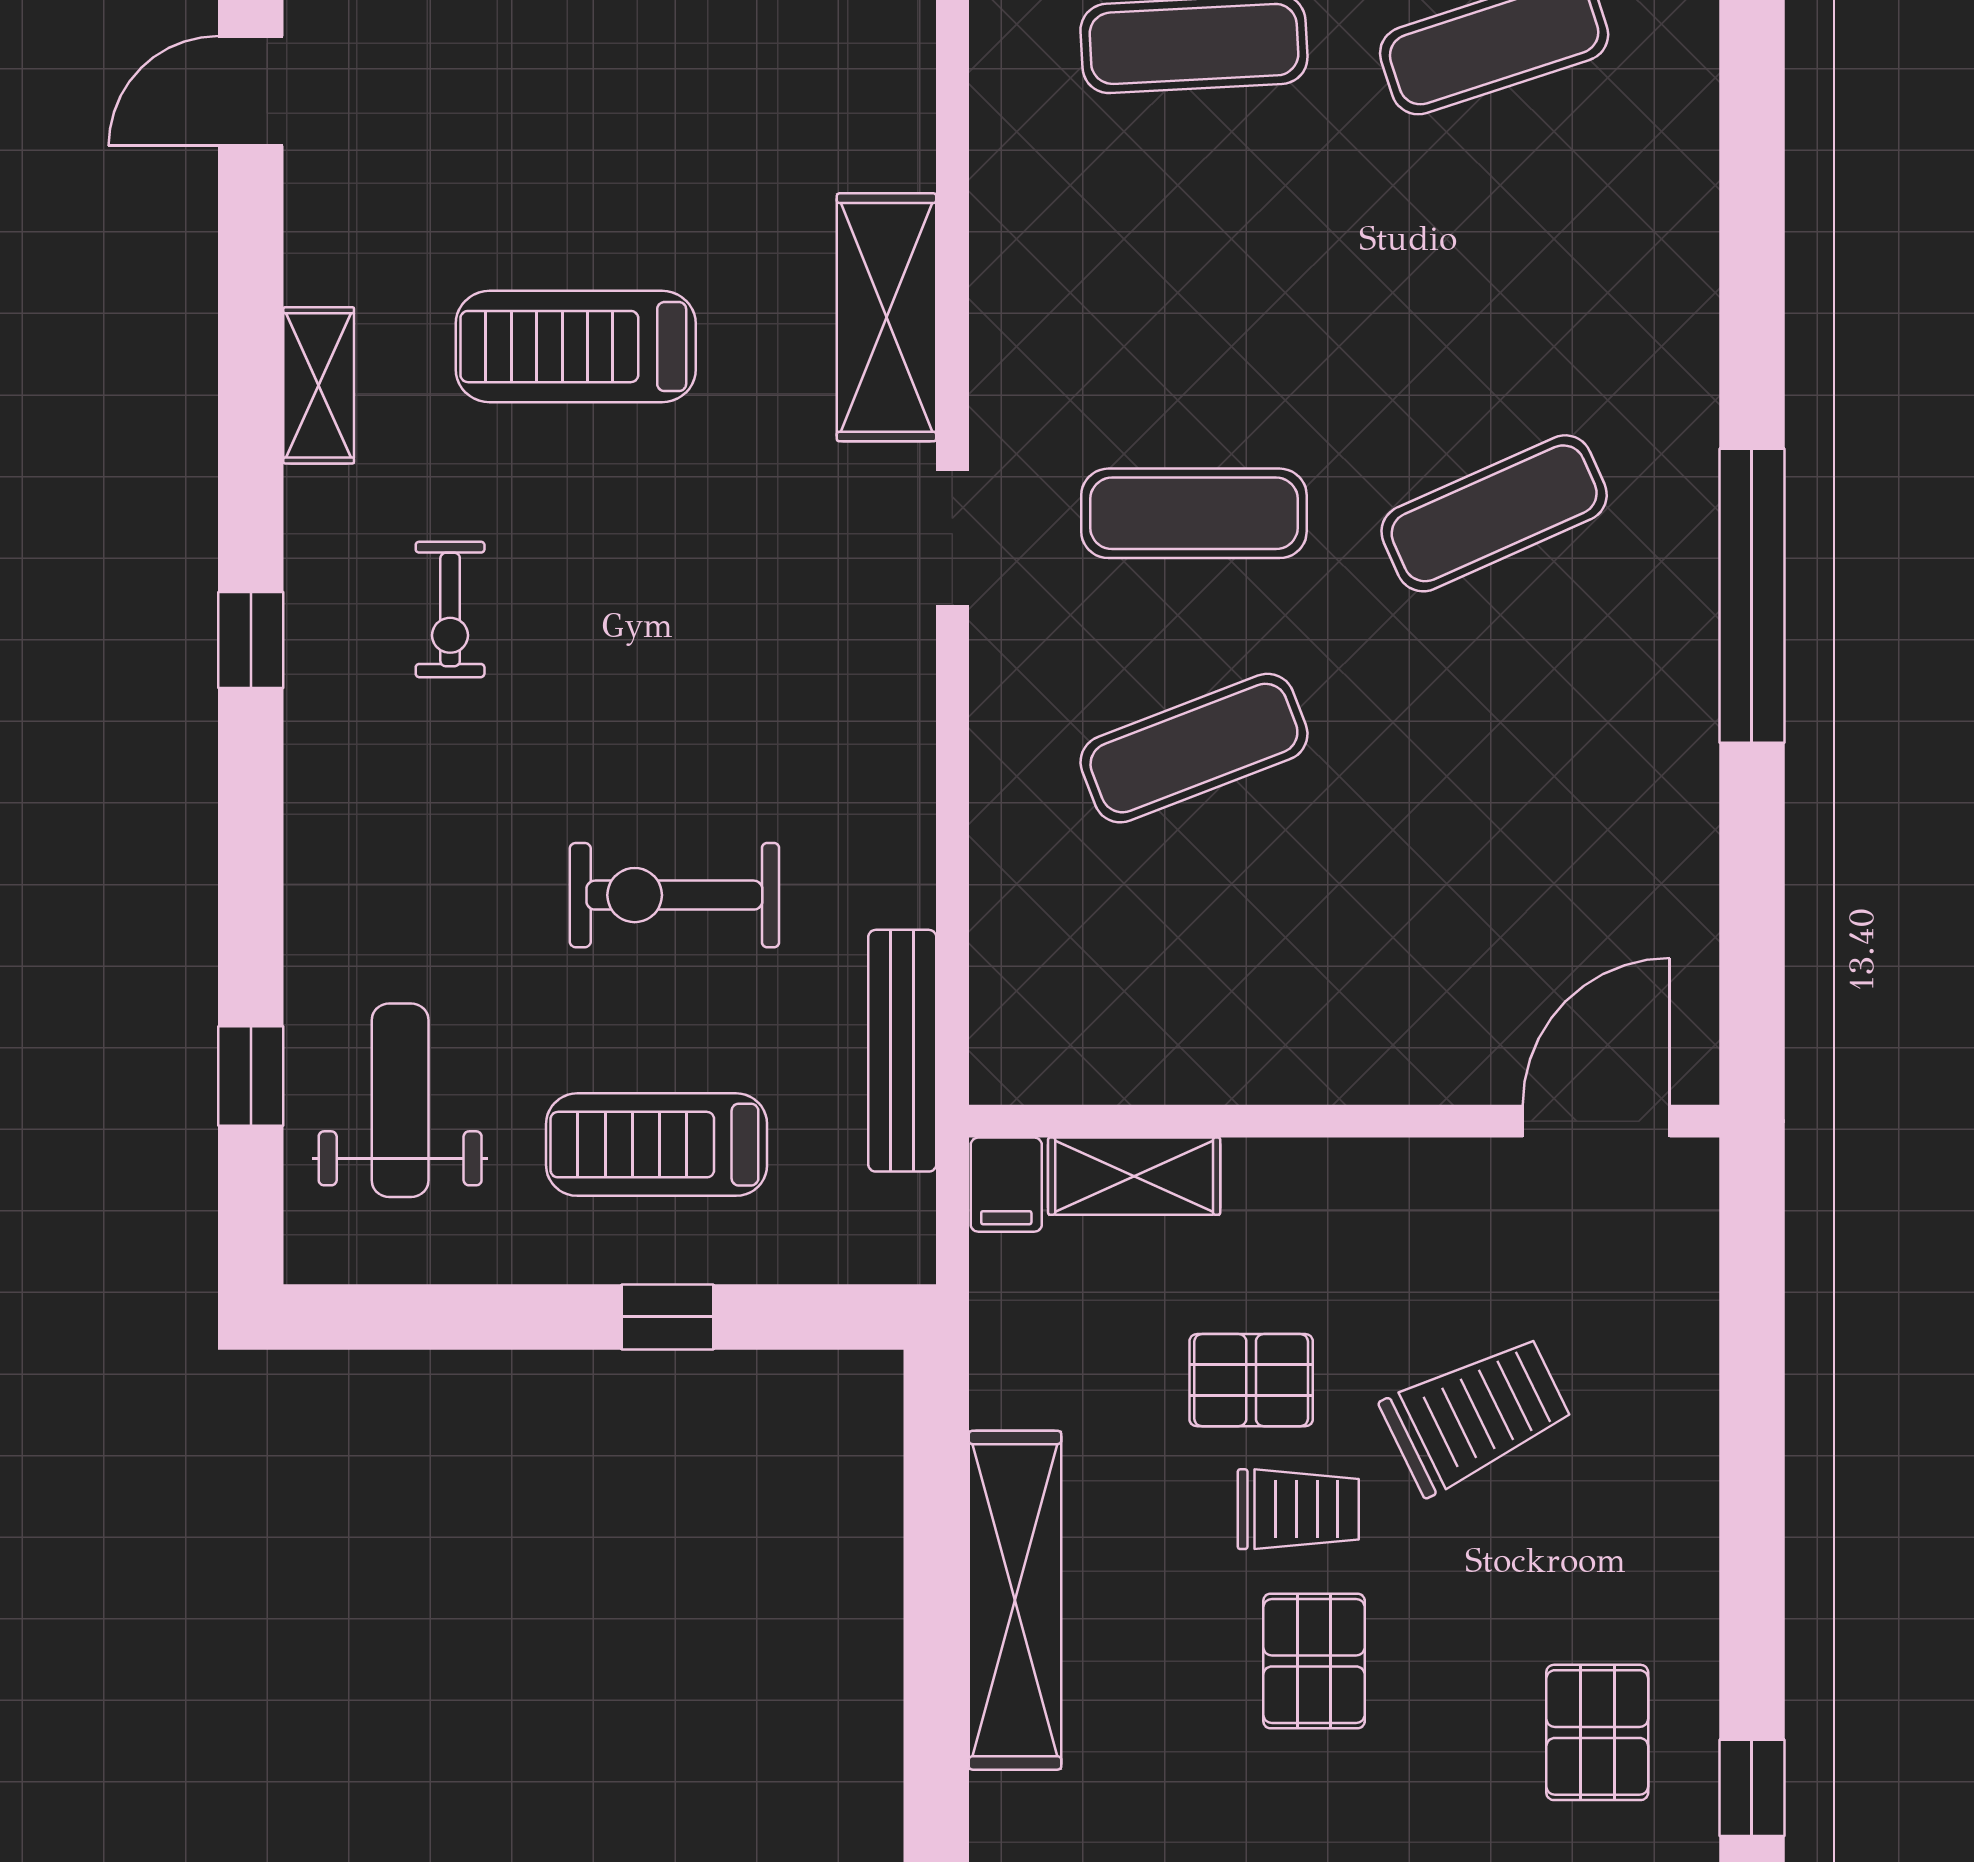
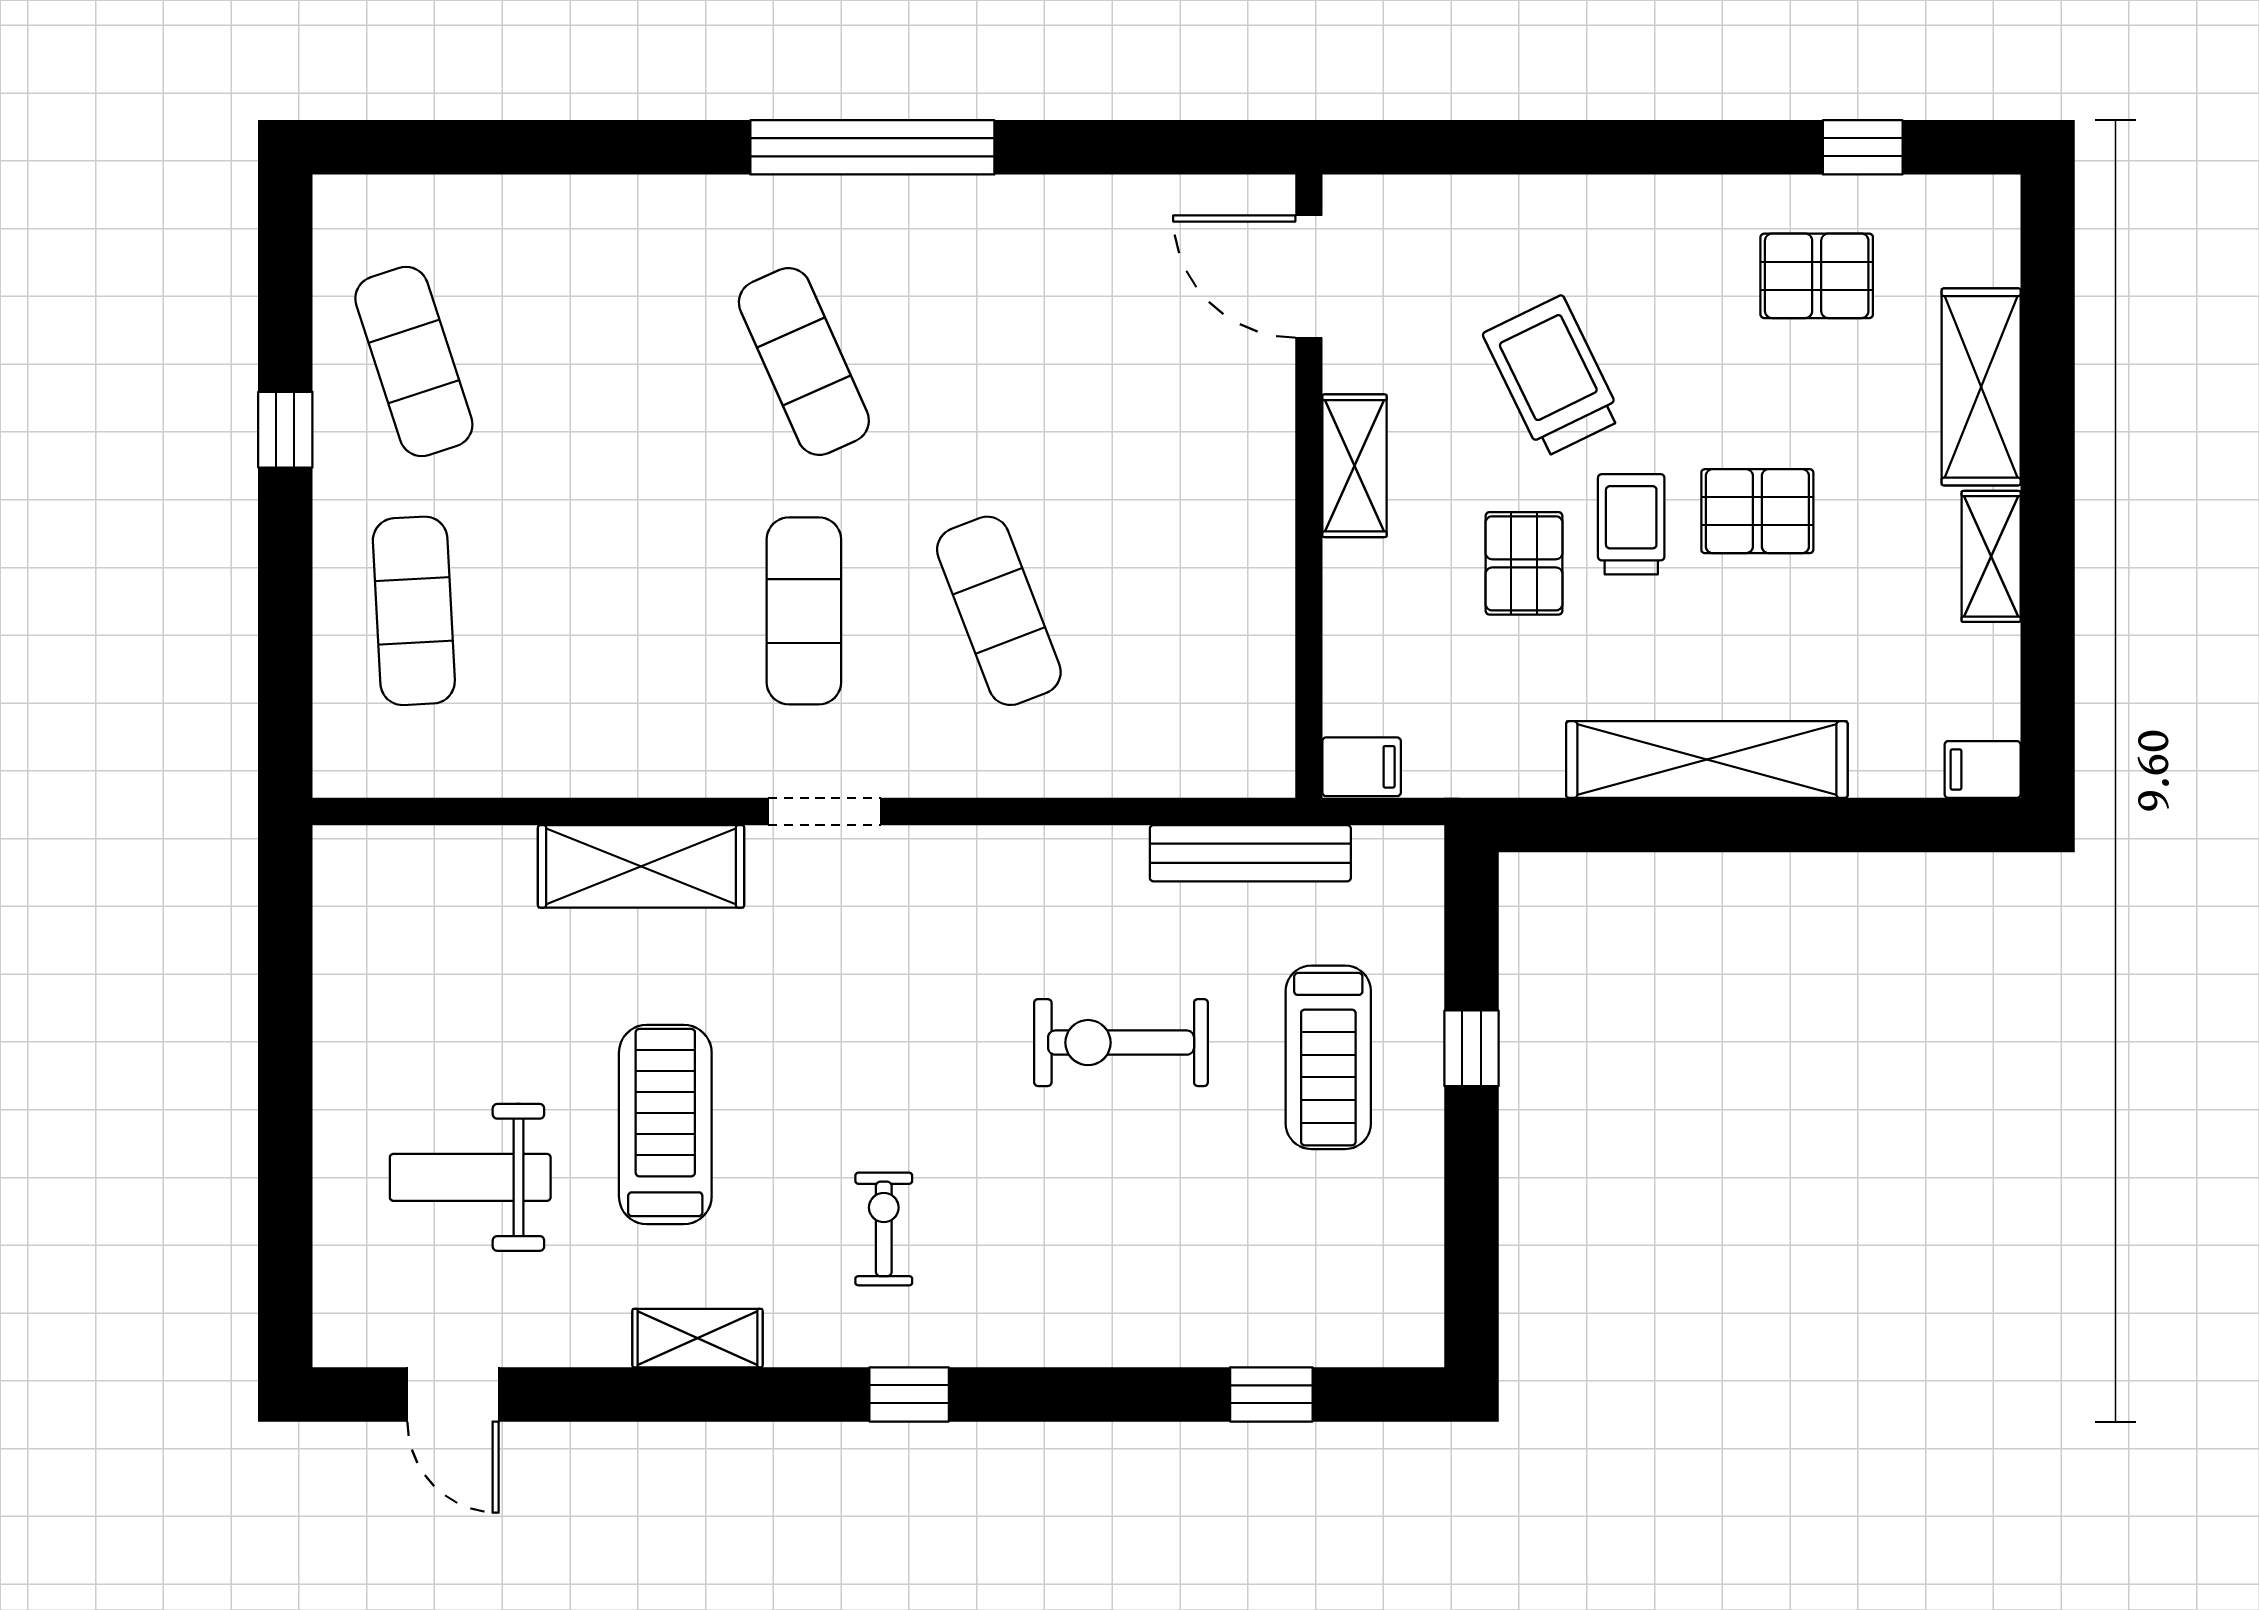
treadmill: (576, 347) -> (665, 1124), turned 180
exercise bike: (450, 610) -> (884, 1229), turned -90
exercise bike: (674, 895) -> (1121, 1043), turned 90
weight bench: (400, 1100) -> (470, 1177), moved
shelving: (1134, 1176) -> (1355, 466), moved

